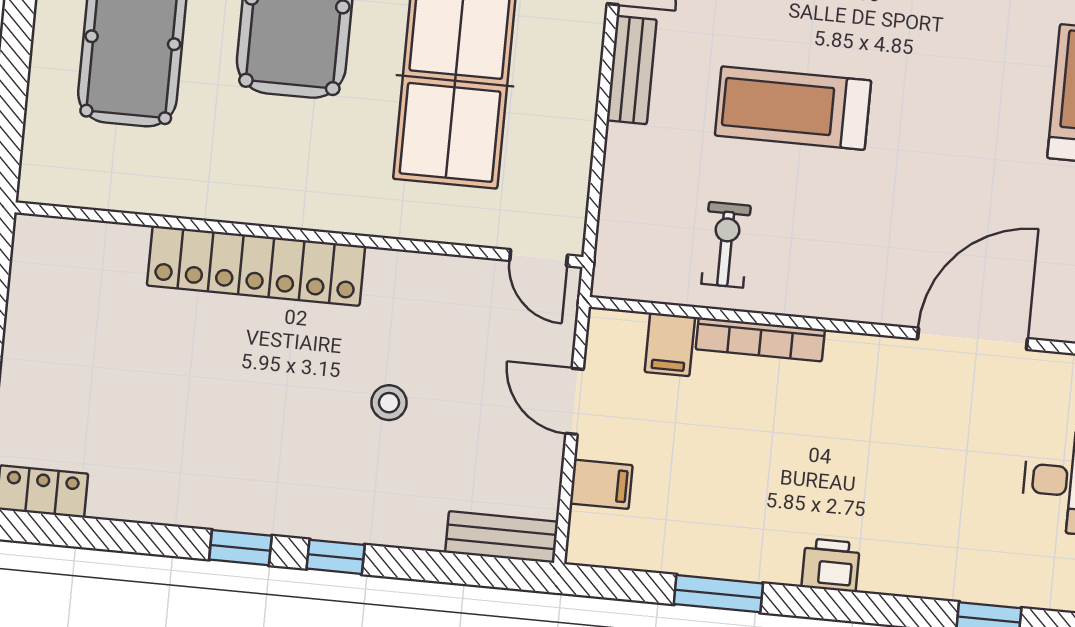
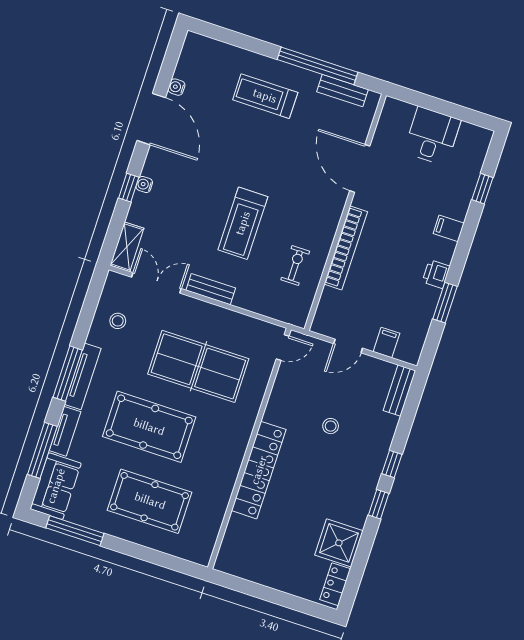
exercise bike: (726, 245) -> (295, 265), turned 90
bookcase: (760, 339) -> (346, 248), width x1.48, depth x1.31
filing cabinet: (670, 344) -> (449, 228), moved, turned 180
shower: (135, 479) -> (339, 543), added
printer: (831, 565) -> (436, 274), moved

